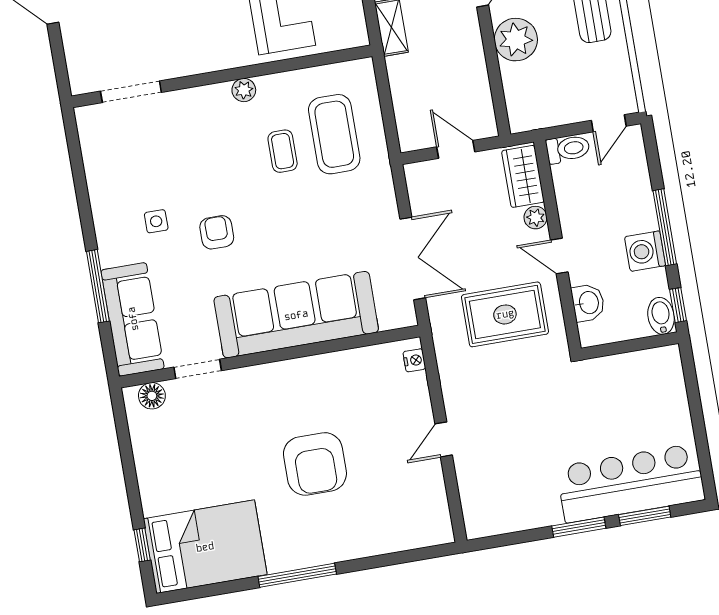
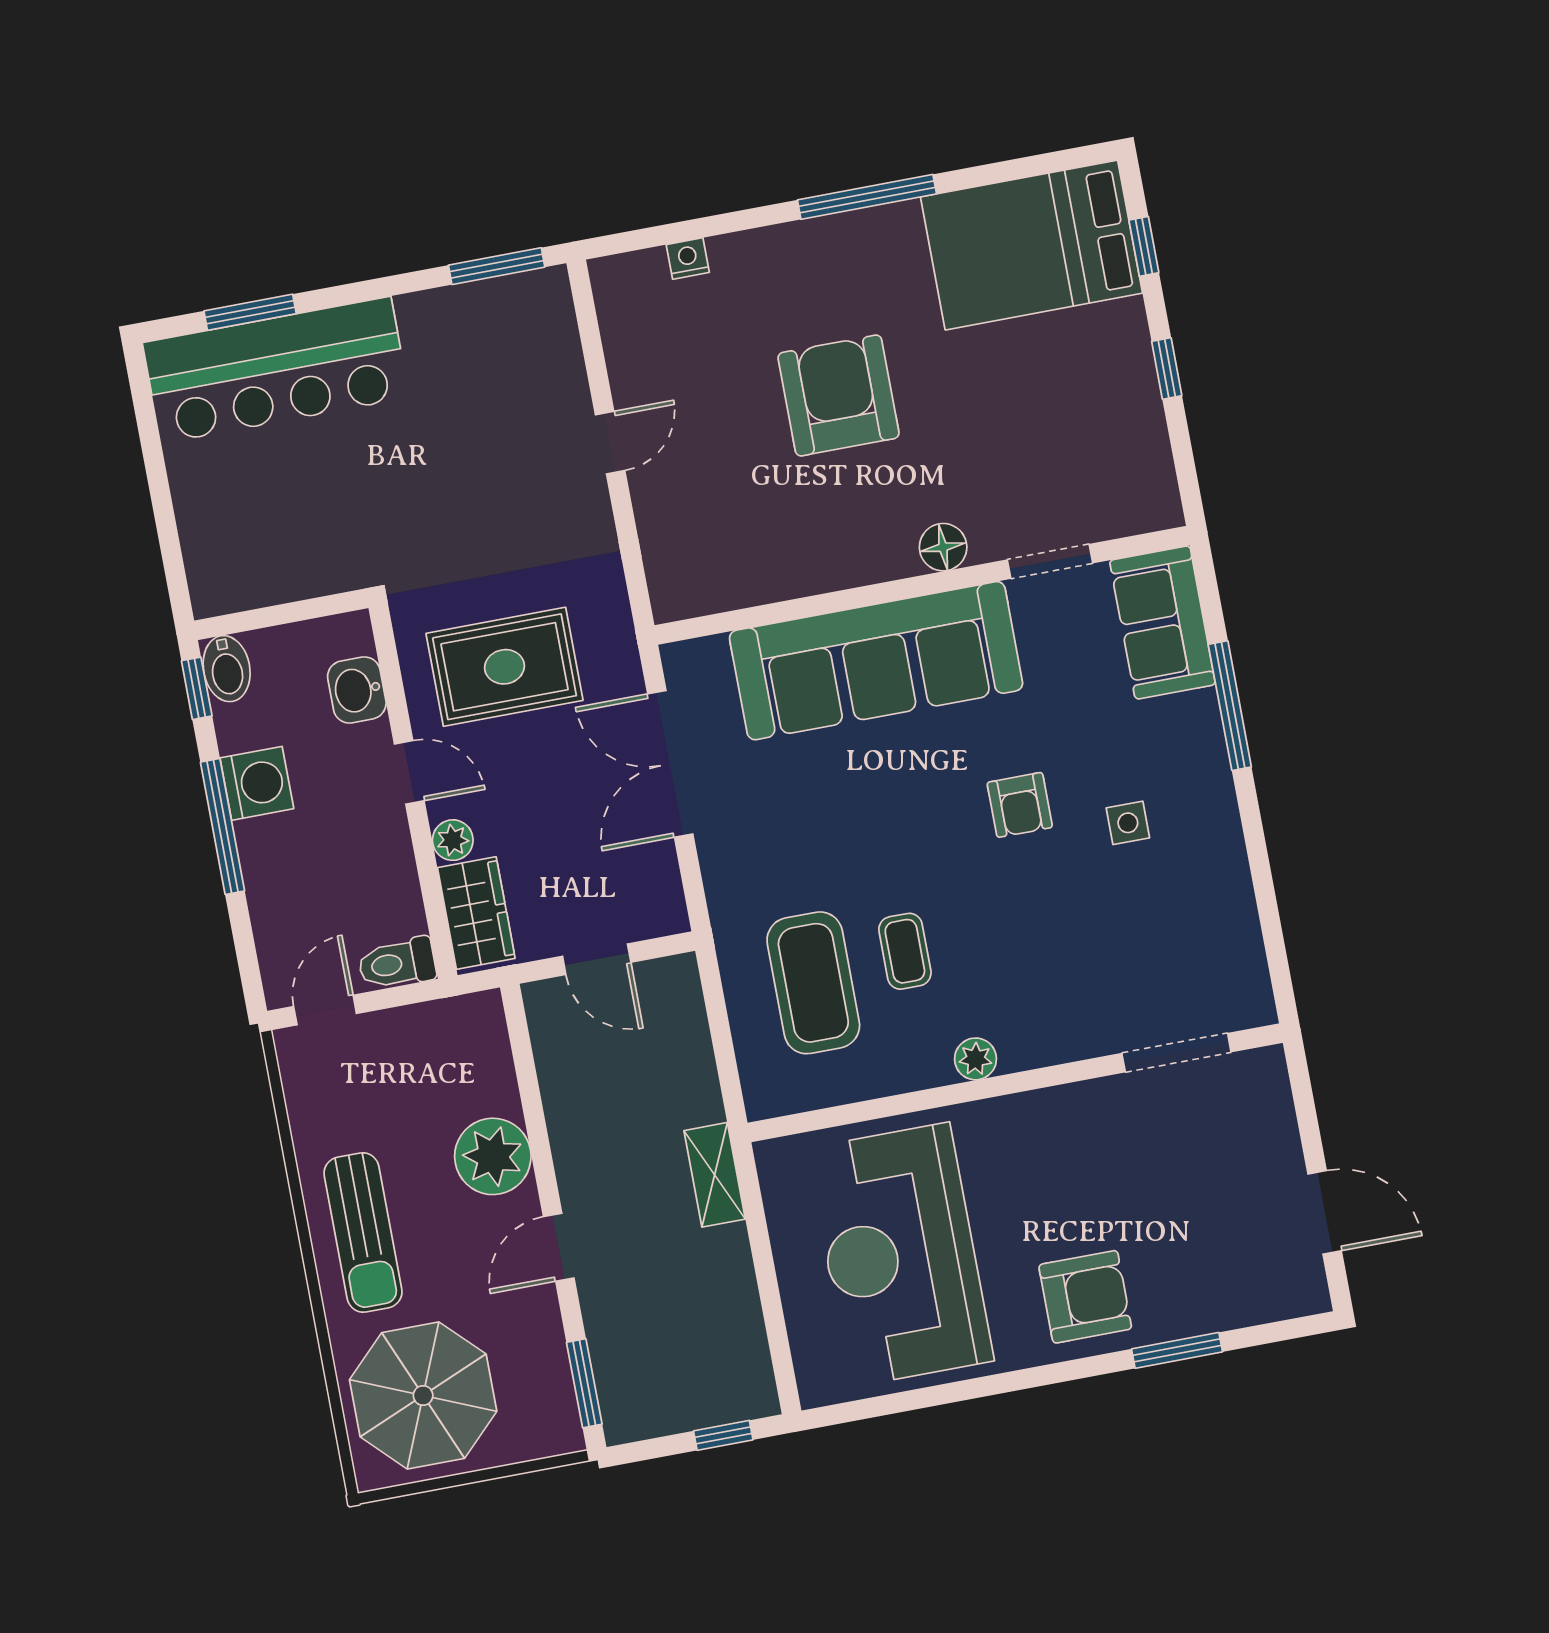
sofa: (133, 319) -> (1162, 622), width x0.73
nightstand: (414, 360) -> (688, 258), moved, turned 90
floor lamp: (152, 396) -> (943, 547), moved
window: (130, 476) -> (1167, 368), added
window: (579, 527) -> (497, 266), moved

